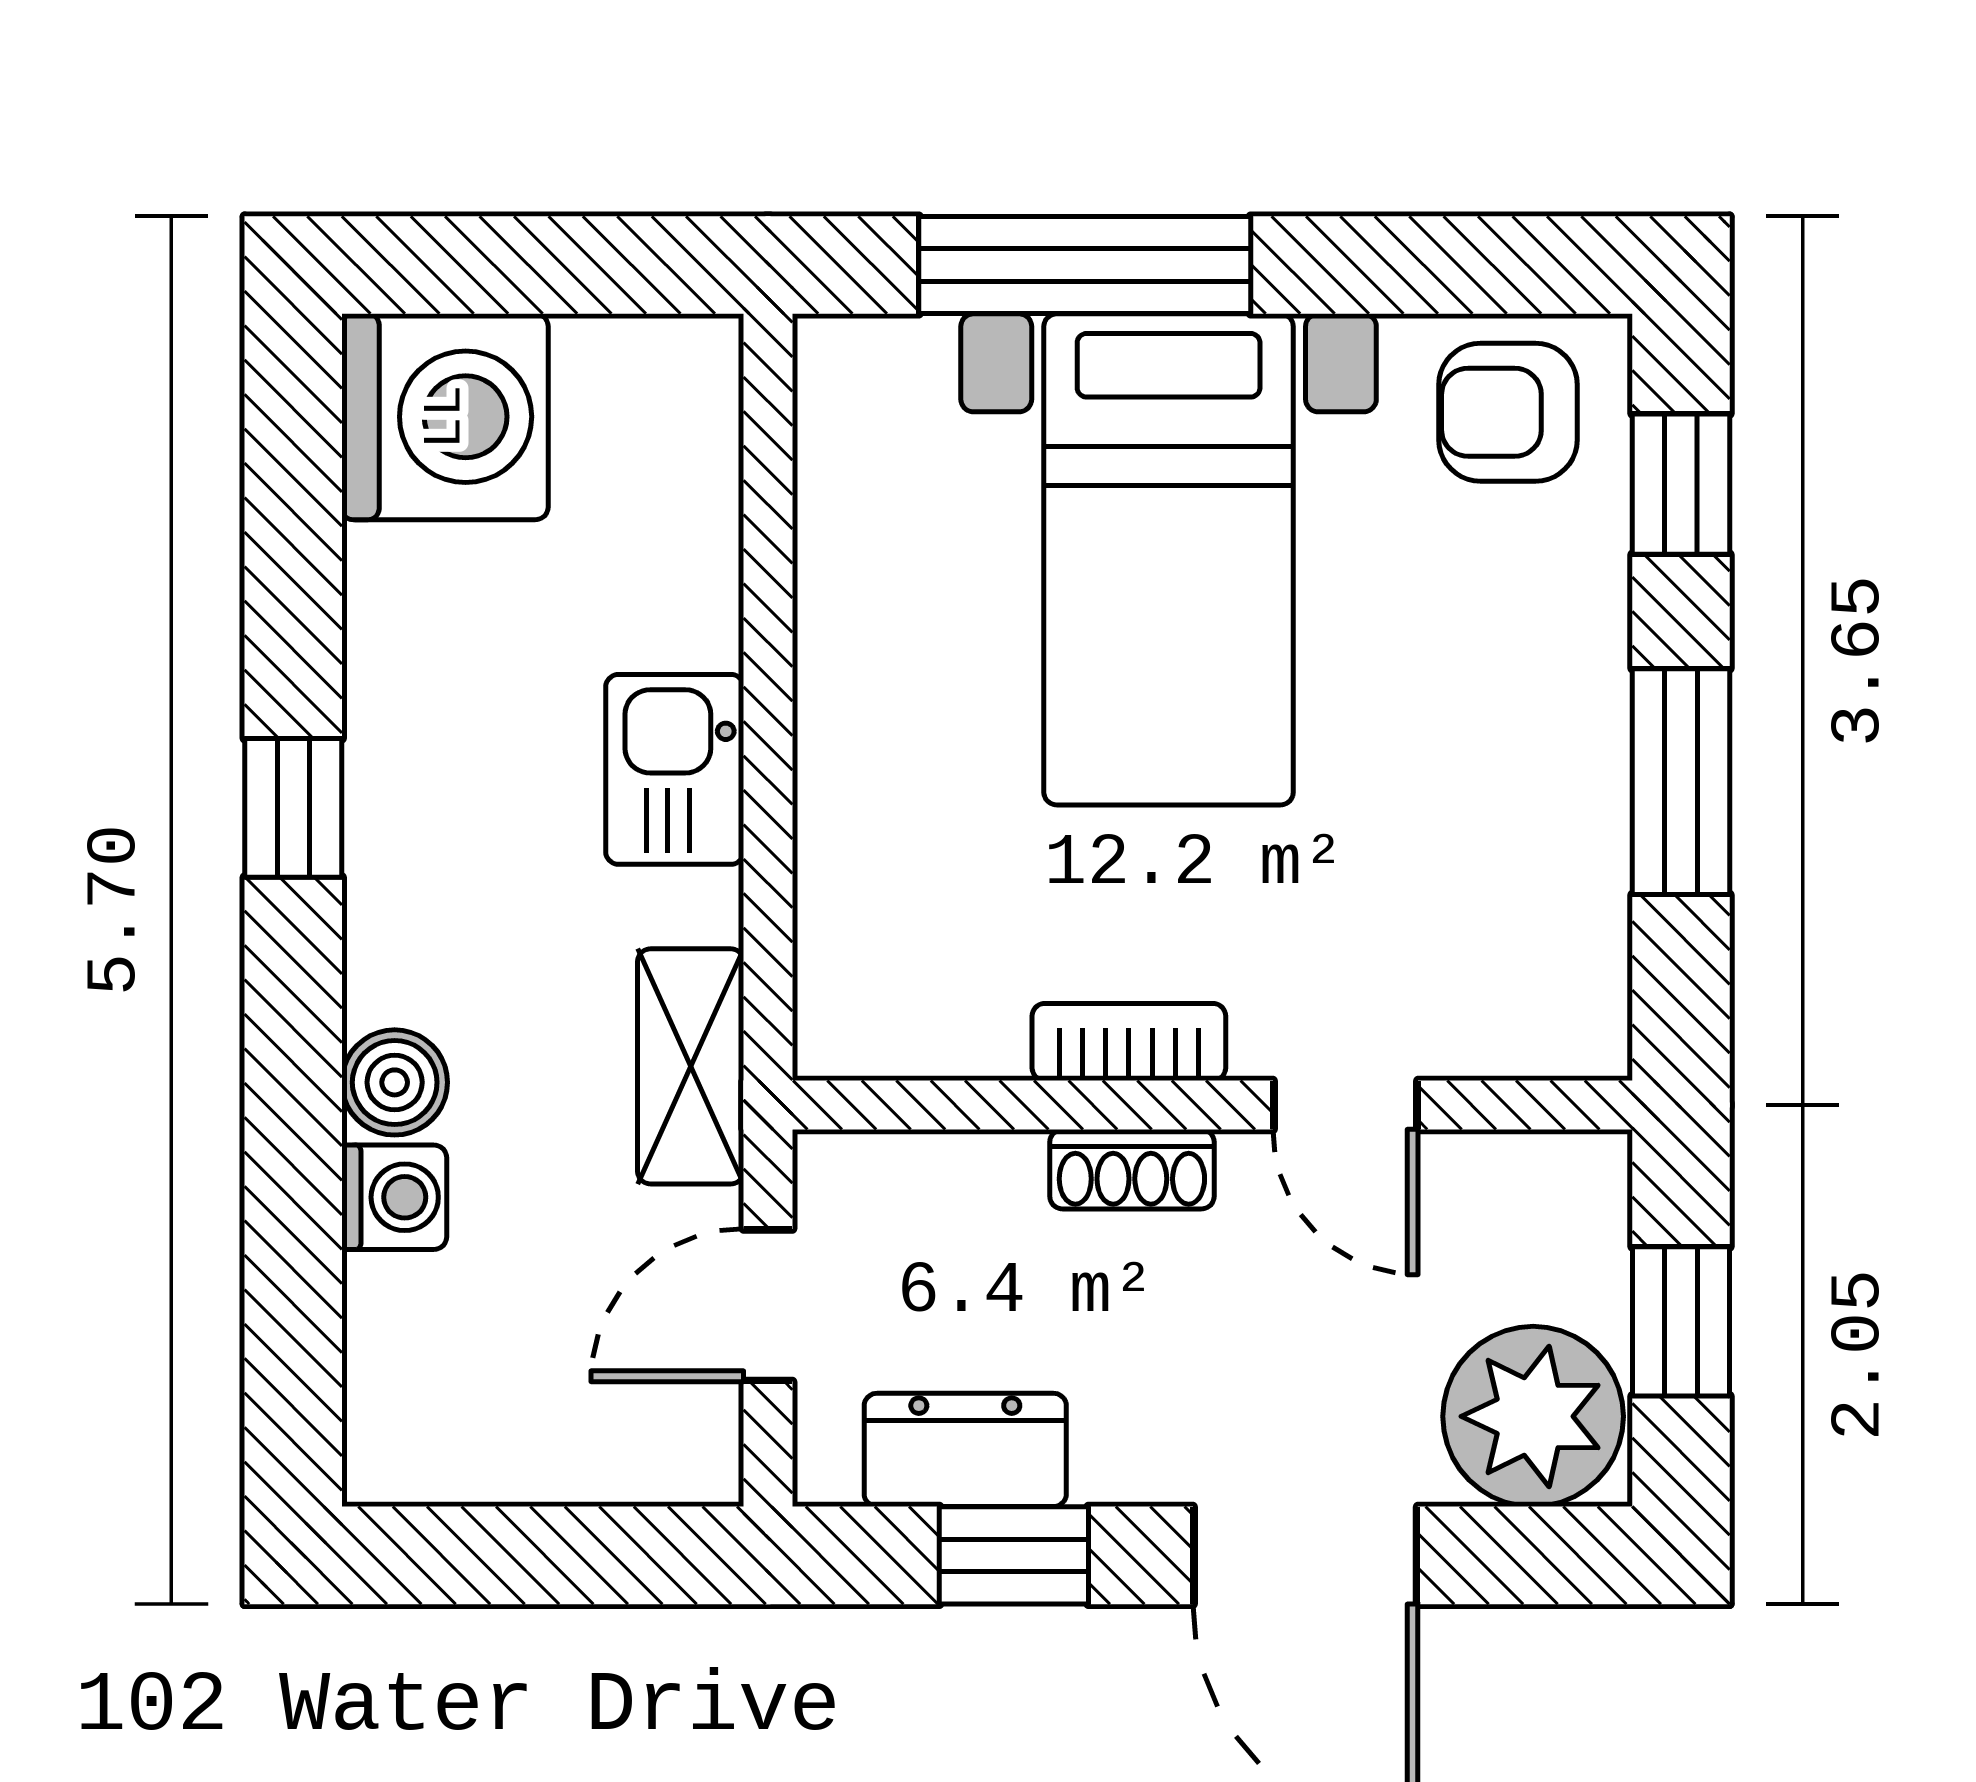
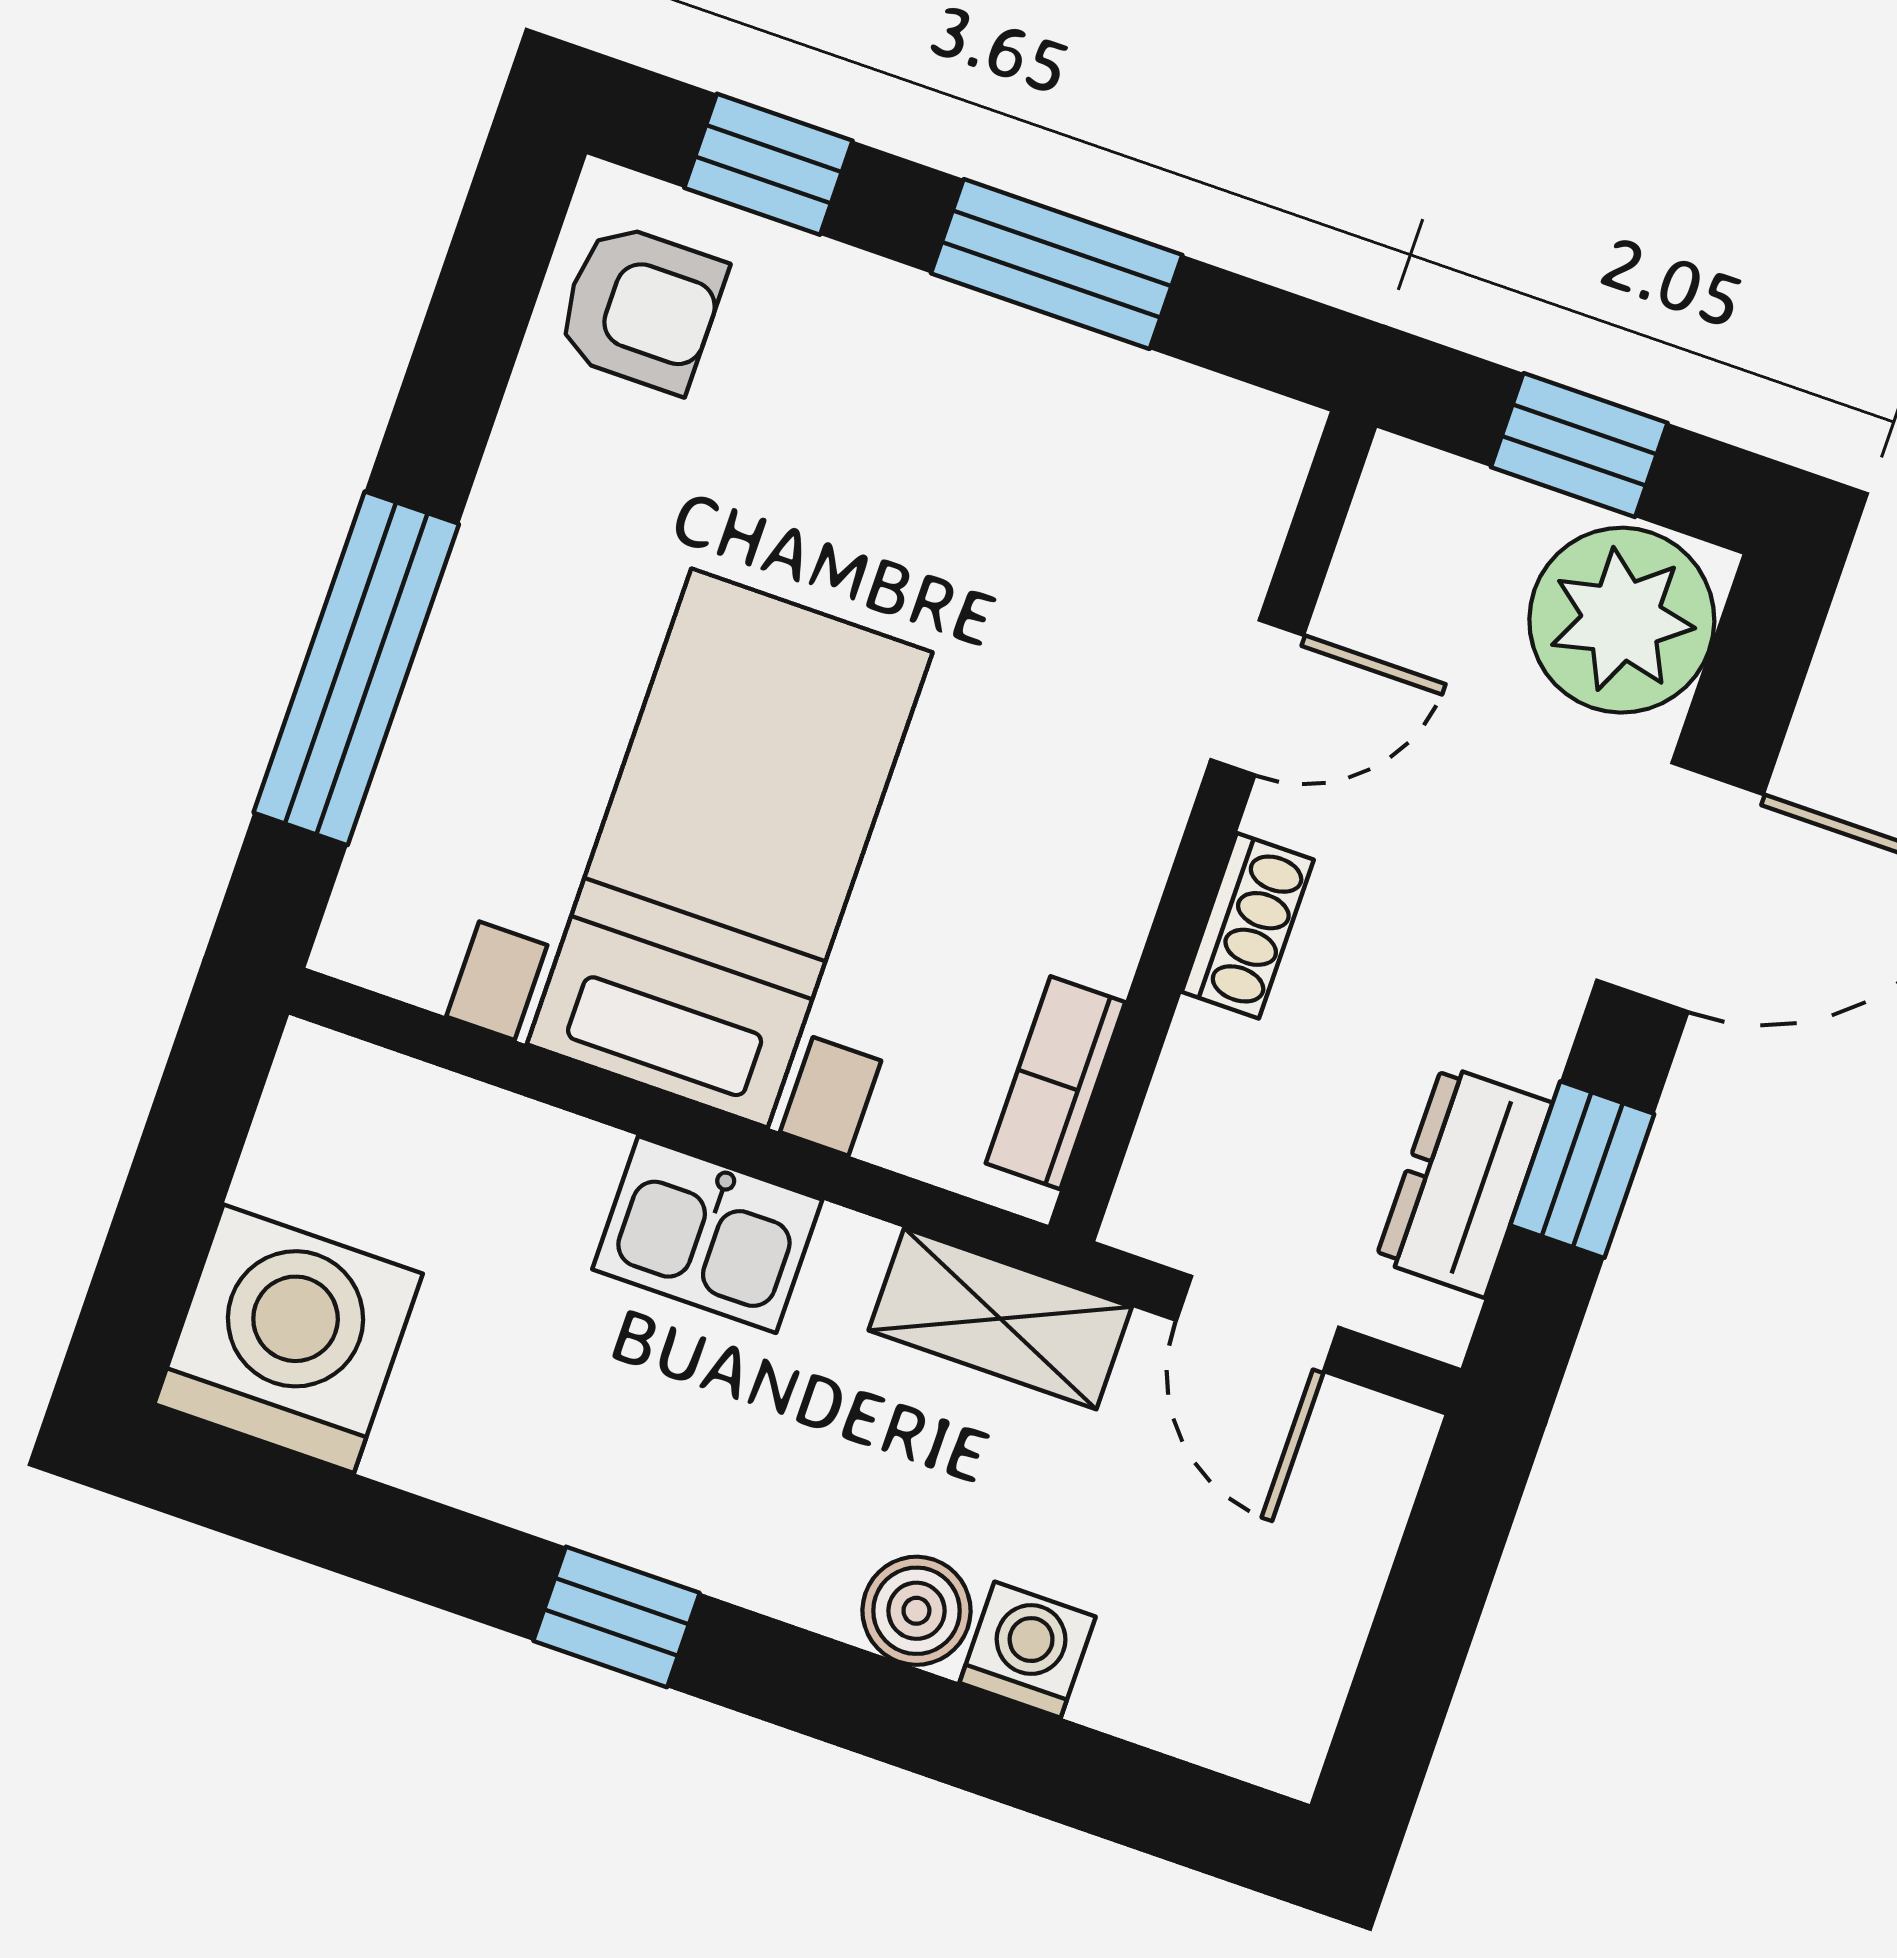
armchair: (1508, 412) -> (641, 308), turned -90
bed with nightstands: (1169, 559) -> (730, 848), moved, turned -90
bookcase: (1129, 1042) -> (1055, 1083), moved

